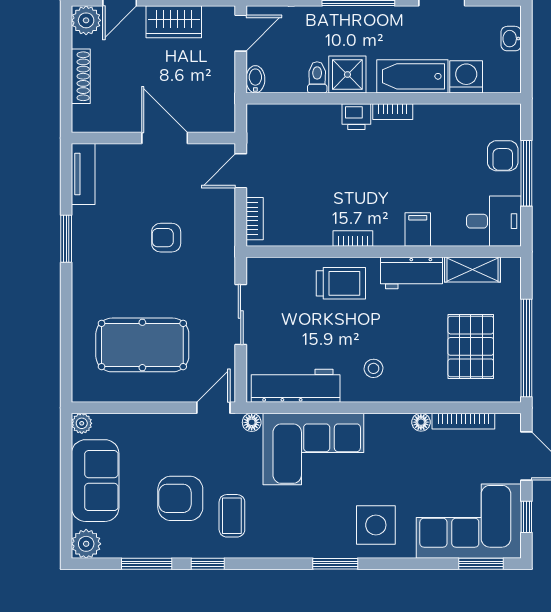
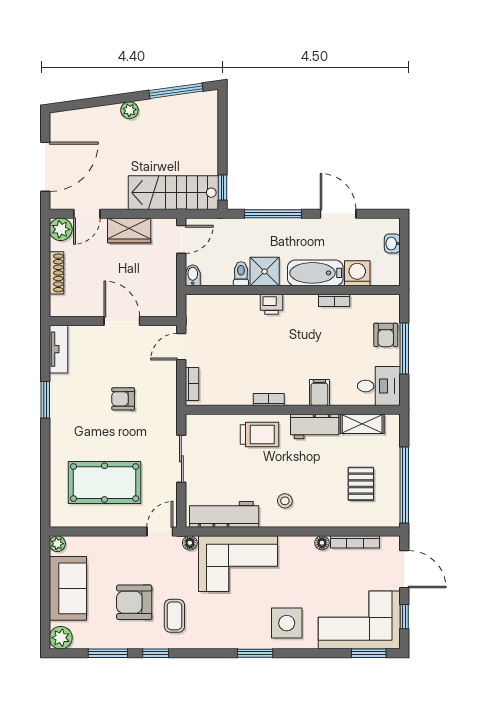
bookcase: (393, 112) -> (334, 300), moved
pallet: (471, 346) -> (361, 484), width x0.67, depth x0.71

